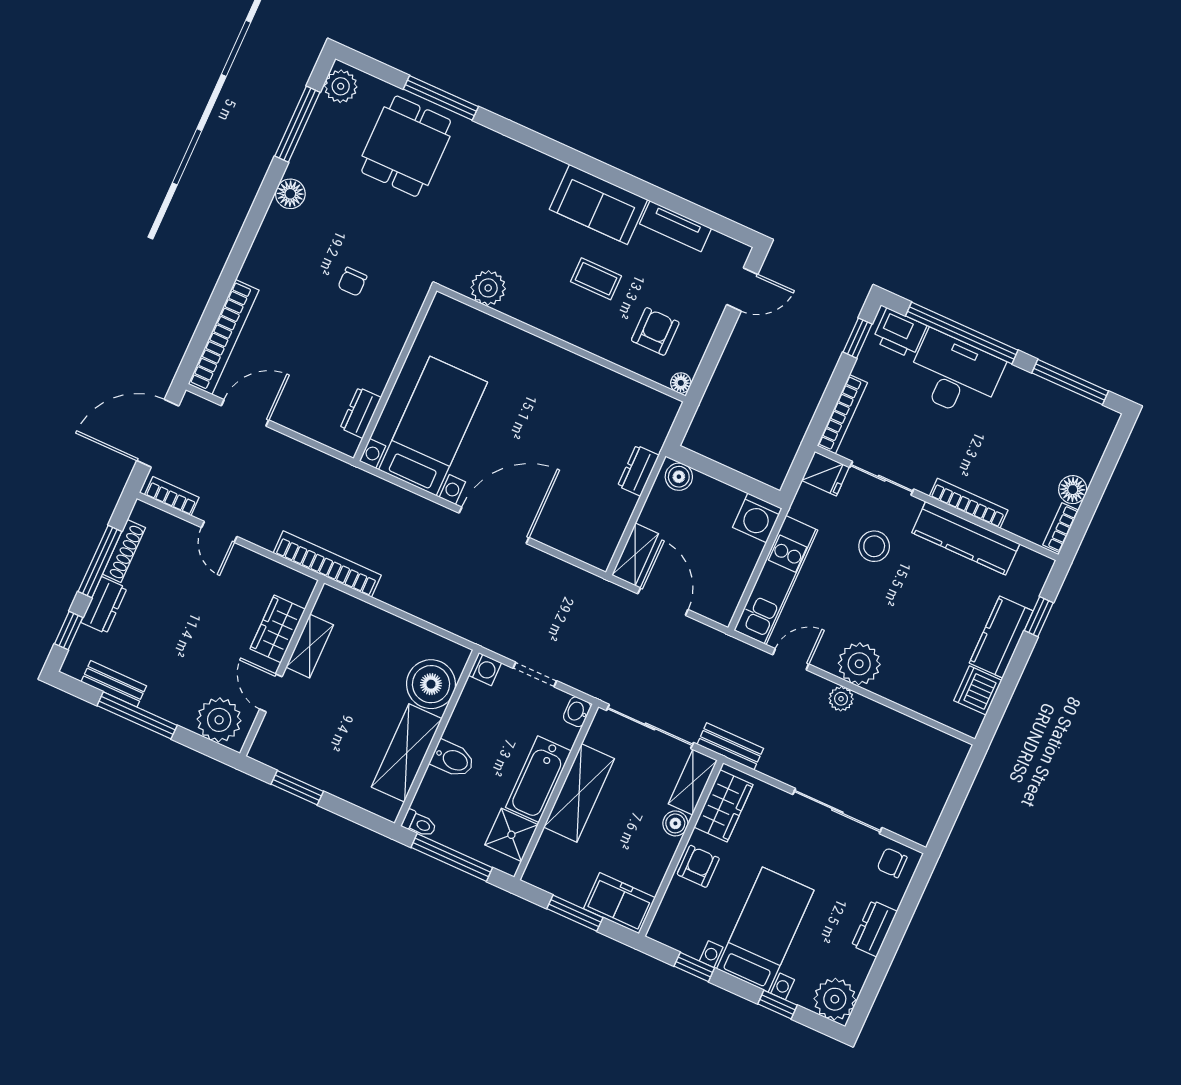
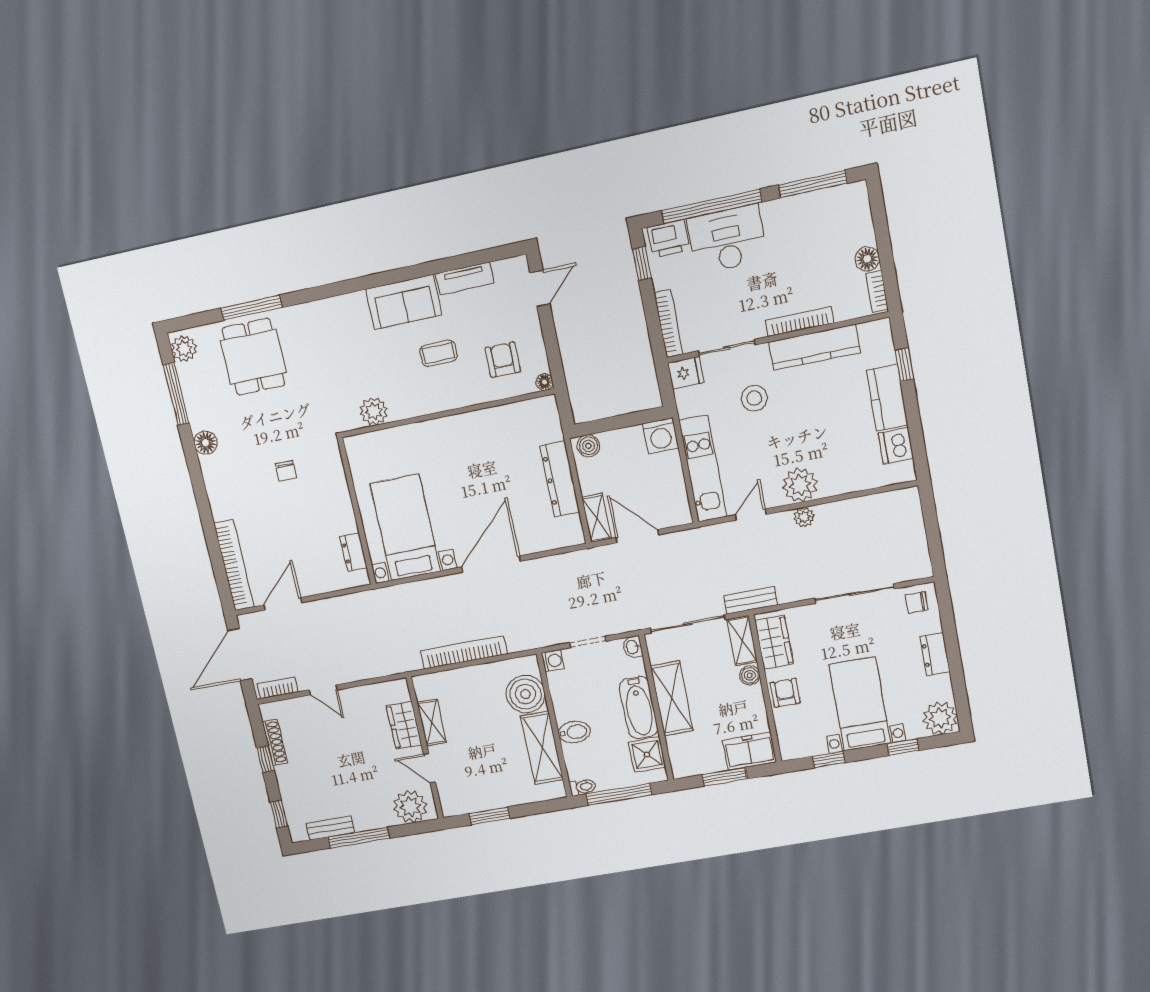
dresser: (638, 471) -> (560, 479), width x1.96, depth x1.24
window: (100, 561) -> (265, 759), width x0.46
bookcase: (327, 564) -> (464, 652), moved
dresser: (104, 605) -> (288, 784), removed

